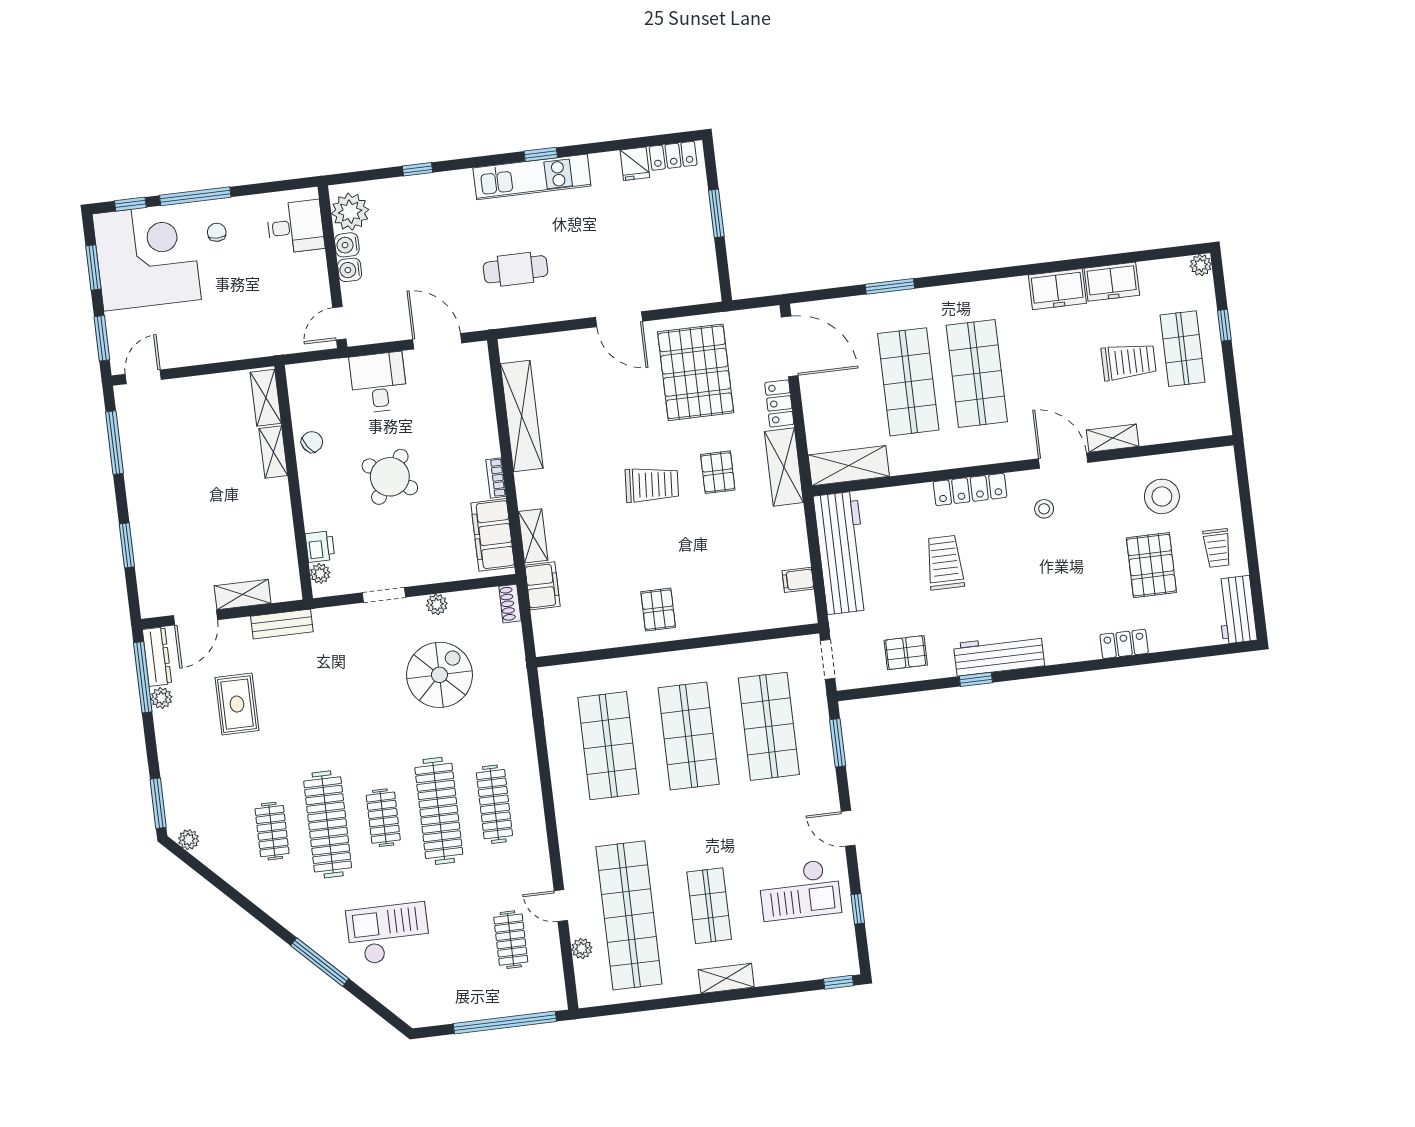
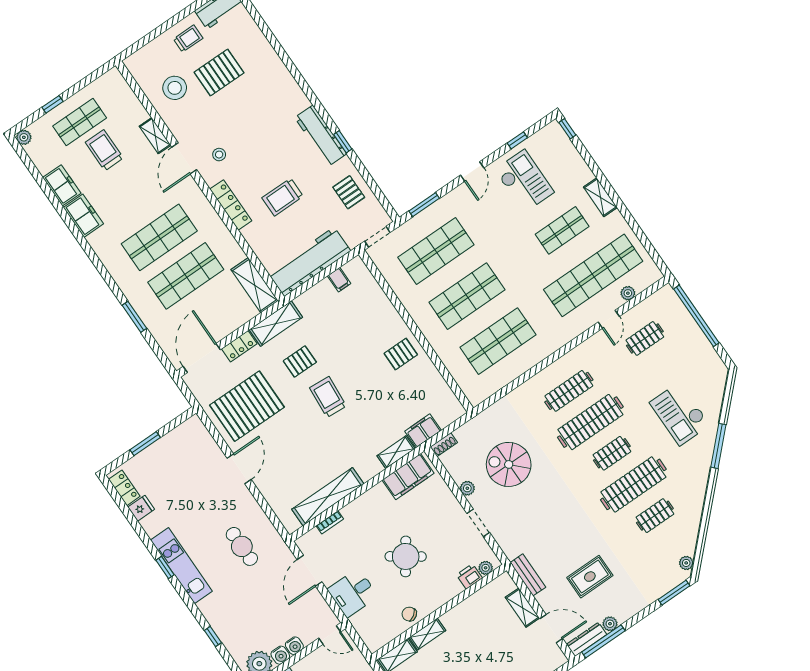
bookcase: (496, 478) -> (330, 522), moved
locker: (1124, 644) -> (275, 64), removed

